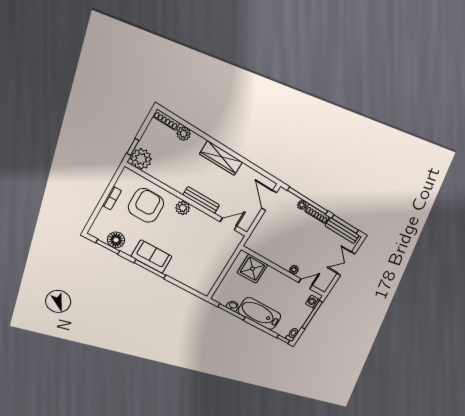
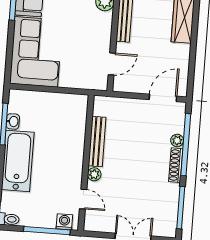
door: (228, 224) -> (112, 64), hinge flipped
bench: (342, 231) -> (97, 142), moved
shower: (252, 269) -> (71, 121), removed
corner sofa: (194, 270) -> (36, 52), added

